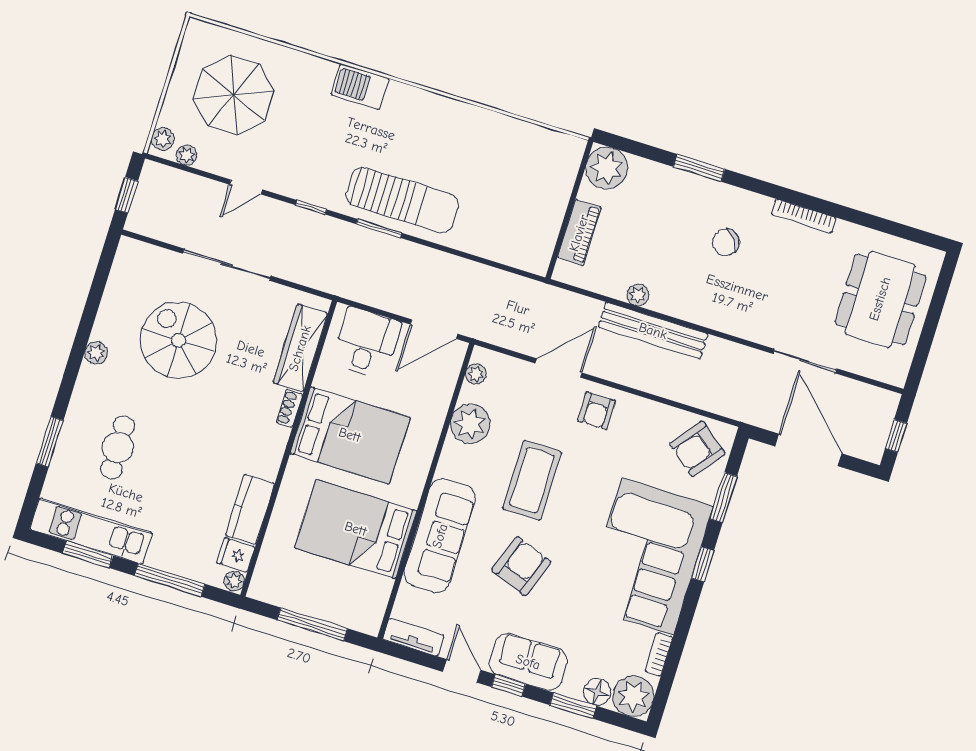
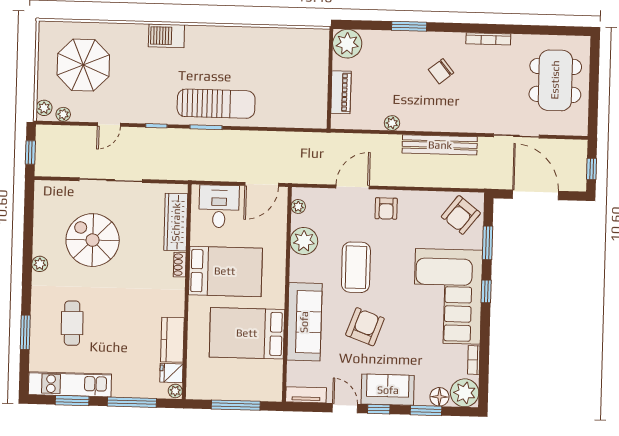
bench: (653, 331) -> (440, 145), moved

